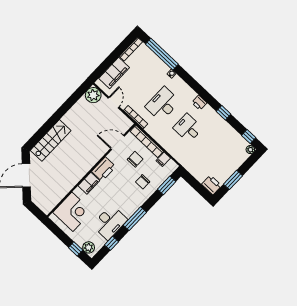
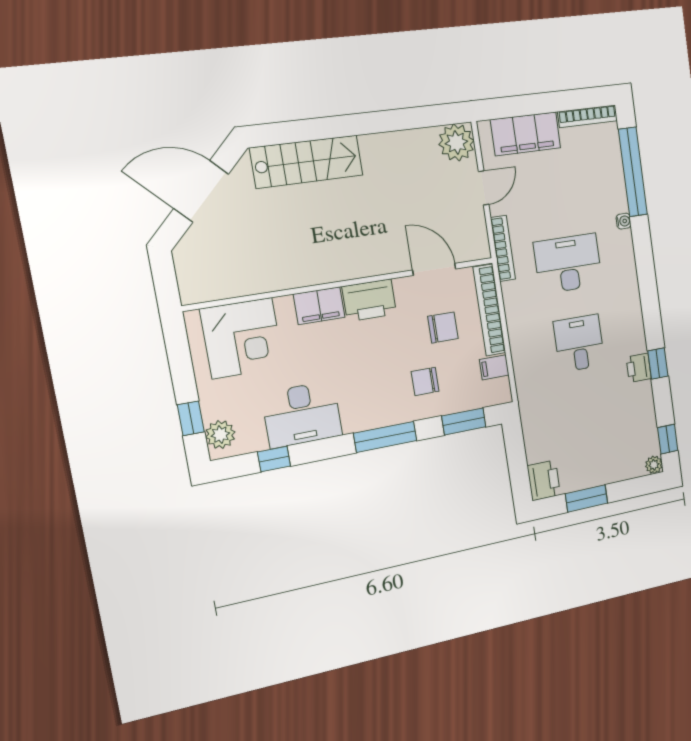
printer: (199, 103) -> (639, 368), moved
window: (135, 219) -> (385, 437), moved

